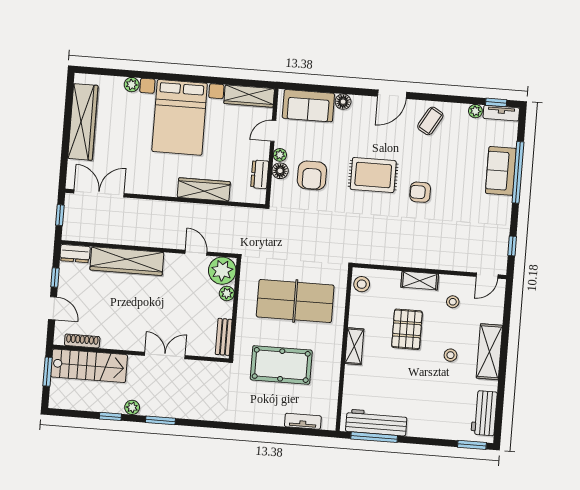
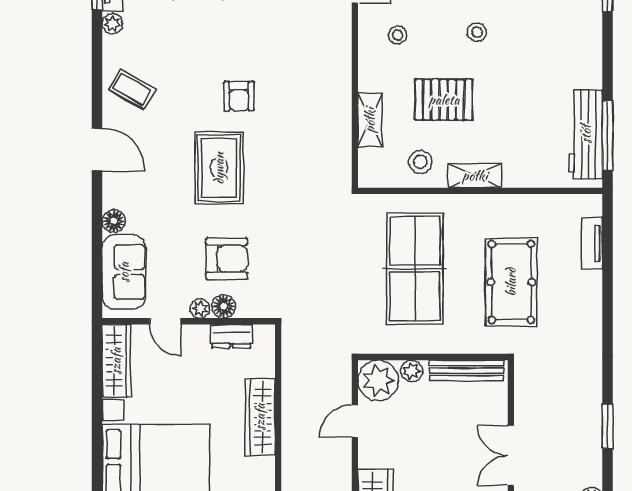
shelving: (420, 281) -> (370, 120), moved
stool: (362, 284) -> (420, 162), moved
bench: (224, 337) -> (466, 370), width x1.36
window: (160, 420) -> (608, 426), moved

